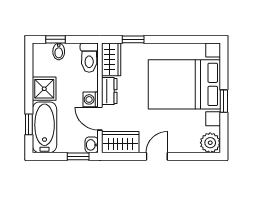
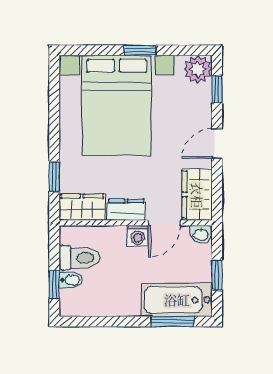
toilet: (89, 58) -> (80, 258), moved
shower: (44, 89) -> (123, 300), removed
window: (29, 124) -> (173, 322), width x1.50
window: (78, 156) -> (217, 275), moved
door: (157, 156) -> (217, 144), hinge flipped
window: (196, 156) -> (217, 89), added

